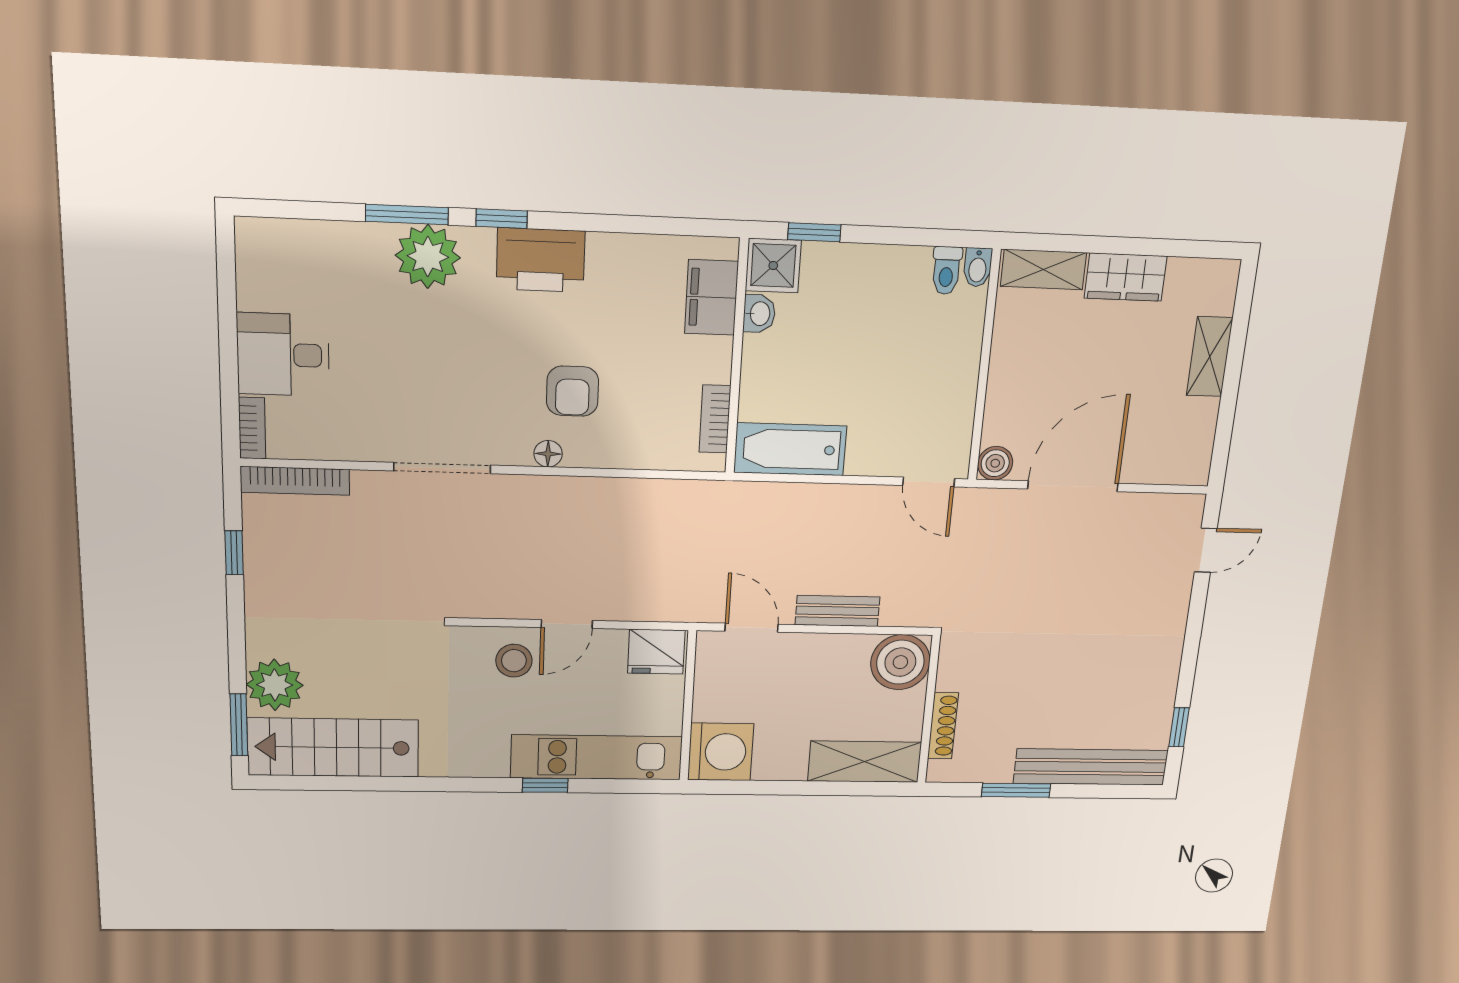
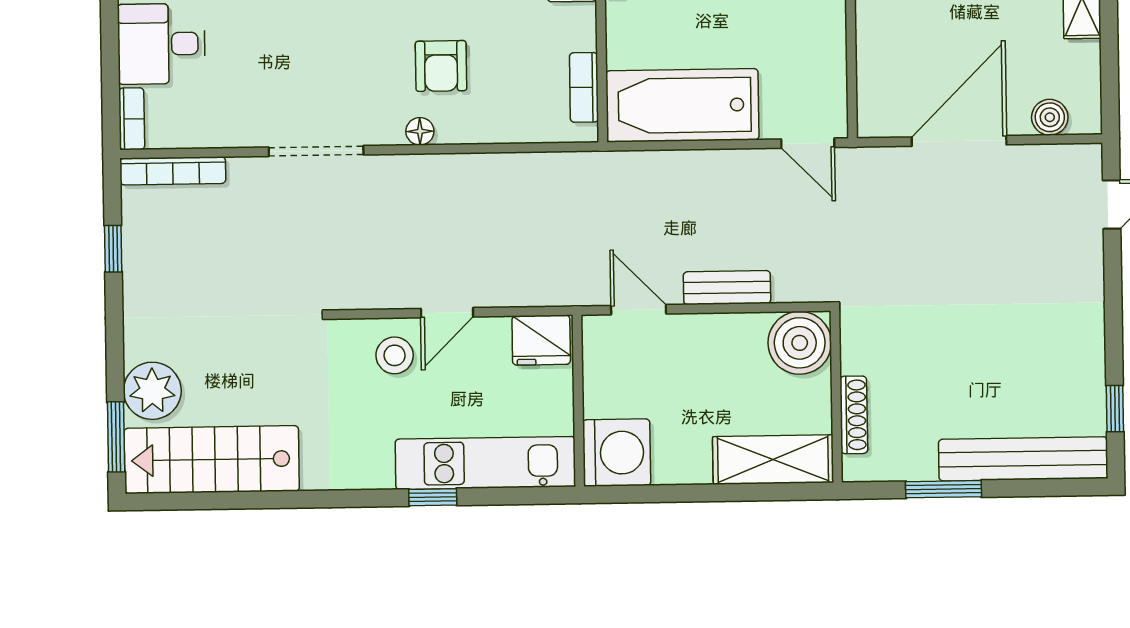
bathtub: (790, 449) -> (682, 105), width x1.36, depth x1.36
boiler: (995, 463) -> (1050, 117), moved

